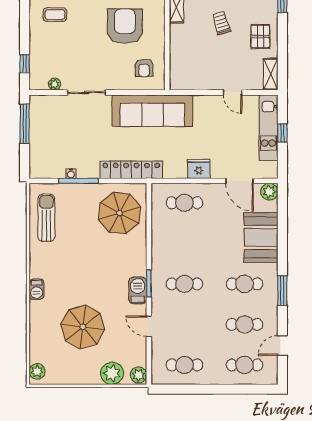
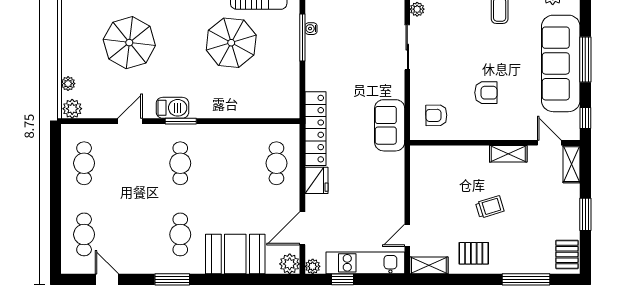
armchair: (125, 26) -> (486, 93), width x0.53, depth x0.53
door: (233, 92) -> (407, 235), moved
sofa: (152, 111) -> (390, 125), width x0.54, depth x0.79
window: (282, 133) -> (343, 279), moved
locker: (131, 170) -> (316, 129), moved
plant: (271, 172) -> (313, 266), added
parasol: (120, 213) -> (231, 43), moved
cafe table: (244, 324) -> (132, 234), removed
plant: (112, 373) -> (68, 84), width x0.53, depth x0.53

